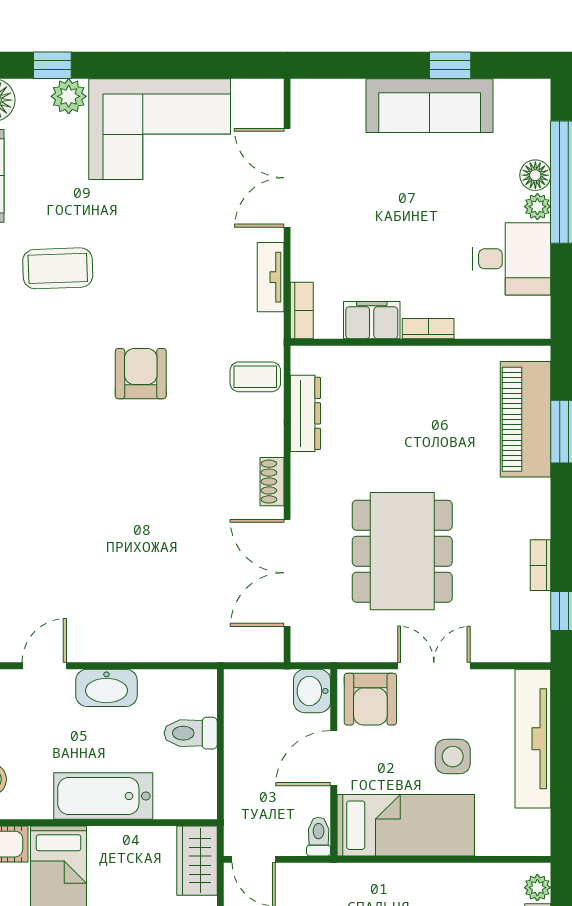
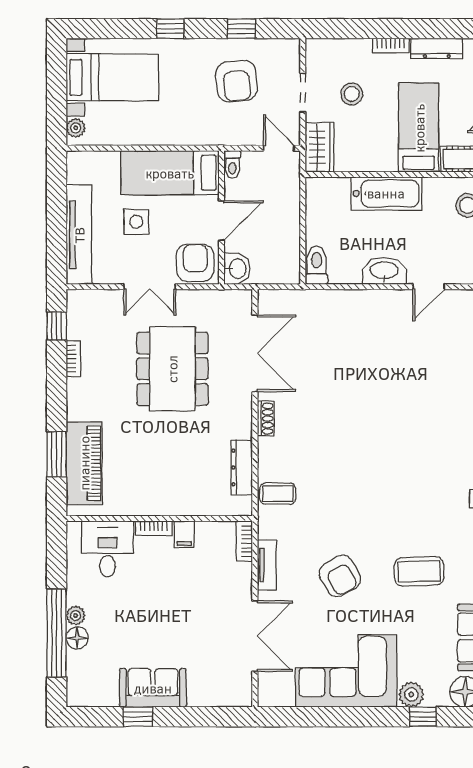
sofa: (430, 106) -> (153, 688), width x0.73
desk: (512, 259) -> (107, 549), moved, turned 90
filing cabinet: (372, 320) -> (184, 534), width x0.50
armchair: (141, 374) -> (340, 576), moved, turned -30
toilet: (191, 733) -> (317, 265), moved, turned -90

